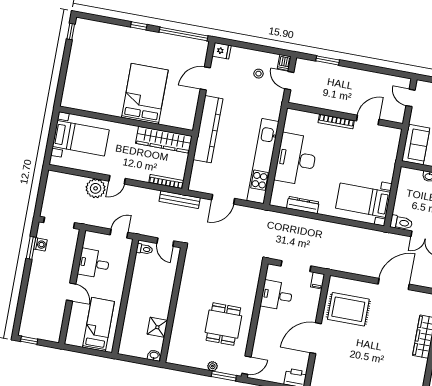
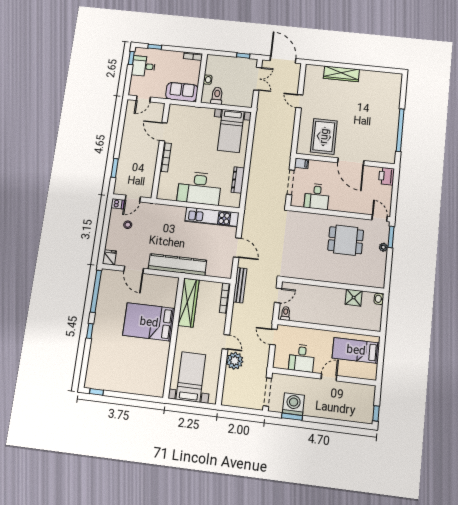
kitchen unit: (263, 161) -> (212, 217), width x0.73
toilet: (401, 223) -> (217, 96), moved
washing machine: (40, 244) -> (293, 404), width x1.89, depth x1.89
door: (394, 284) -> (299, 101), width x0.53

